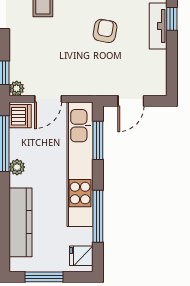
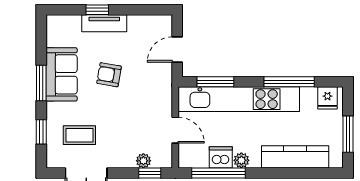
plant: (17, 88) -> (143, 161), moved
door: (131, 101) -> (177, 50), swing flipped
dishwasher: (20, 116) -> (221, 157), moved

